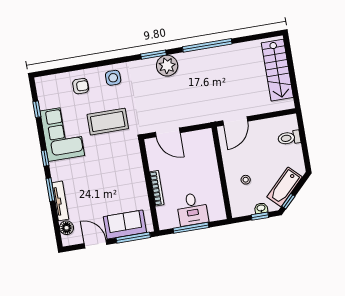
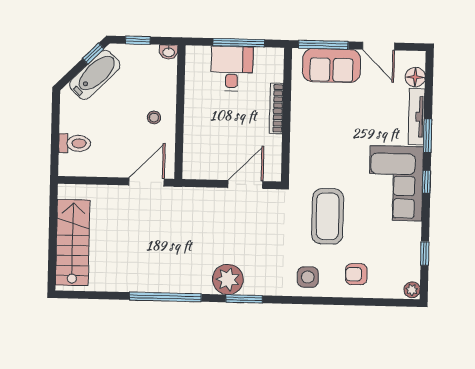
plant: (41, 83) -> (412, 290), added
coffee table: (108, 122) -> (328, 216), turned 90
door: (168, 132) -> (245, 184), hinge flipped
corner sofa: (62, 133) -> (396, 183), moved
stool: (246, 180) -> (154, 117), moved
washbasin: (261, 208) -> (169, 52), moved

